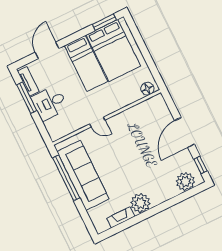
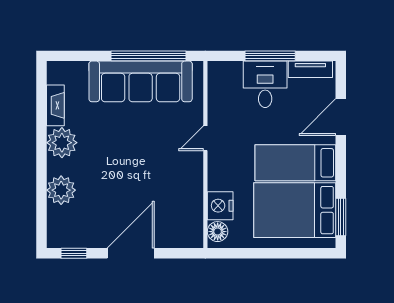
door: (47, 50) -> (341, 117), swing flipped
nightstand: (132, 95) -> (220, 206), added
window: (27, 98) -> (270, 56), moved
door: (184, 132) -> (131, 253), hinge flipped
plant: (185, 181) -> (61, 190), moved

